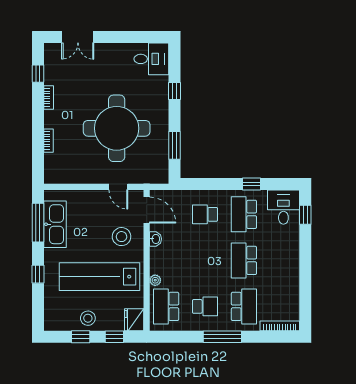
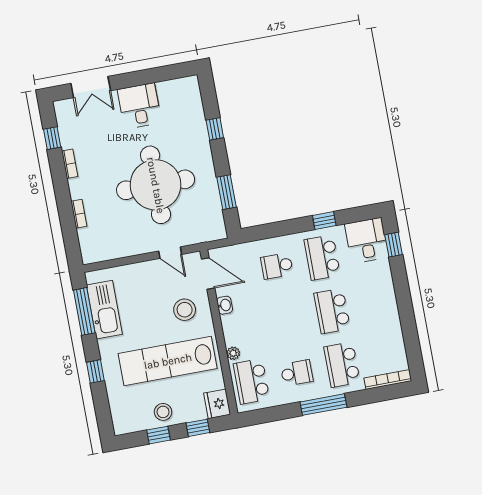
desk: (151, 59) -> (139, 106), moved, turned -90
school desk: (244, 306) -> (342, 365), turned 180

